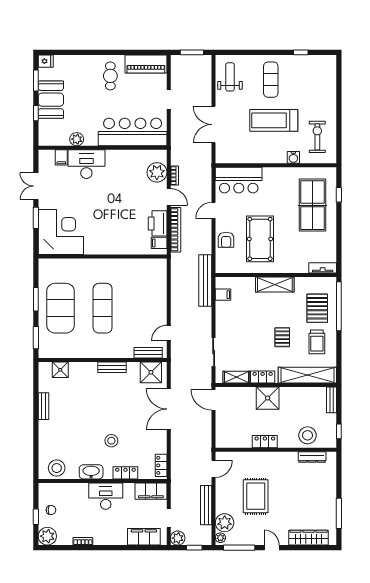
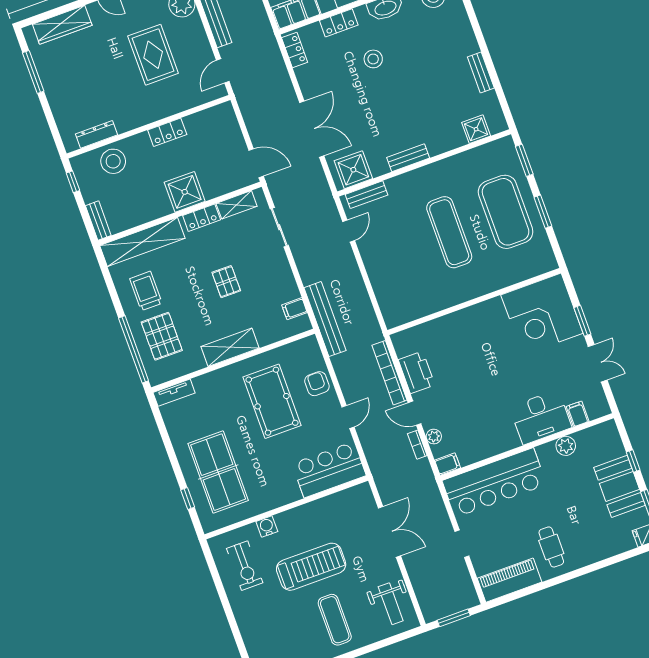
plant: (157, 172) -> (434, 437), width x0.53, depth x0.53
filing cabinet: (159, 243) -> (447, 464), moved
pallet: (282, 337) -> (226, 282), moved

